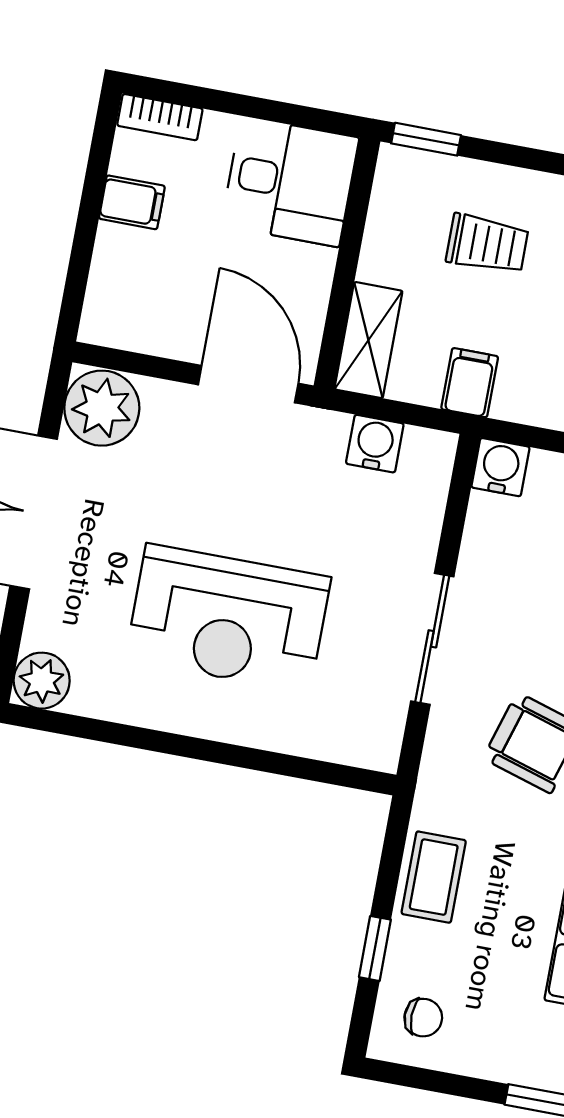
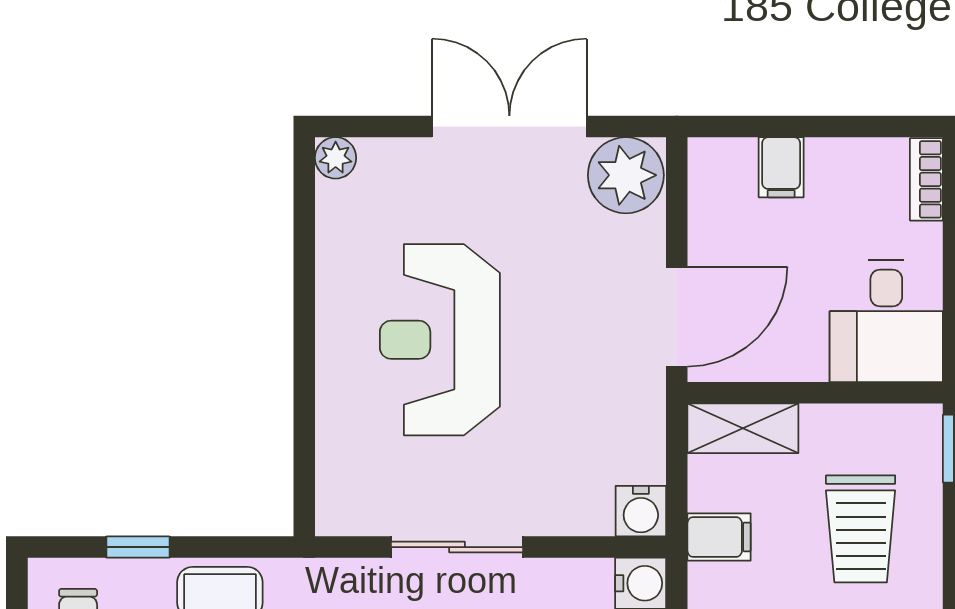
filing cabinet: (132, 202) -> (781, 167), moved
trolley: (487, 244) -> (861, 529), width x1.36, depth x1.39
water cooler: (375, 444) -> (641, 511), moved, turned 90
plant: (42, 681) -> (336, 158), width x0.73, depth x0.73

